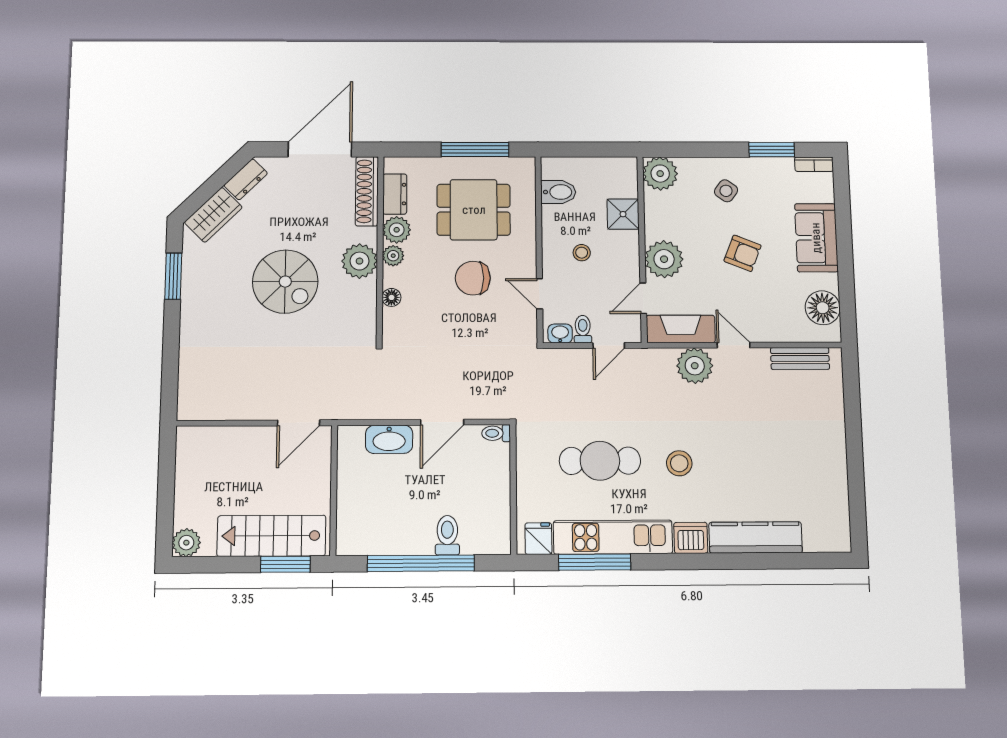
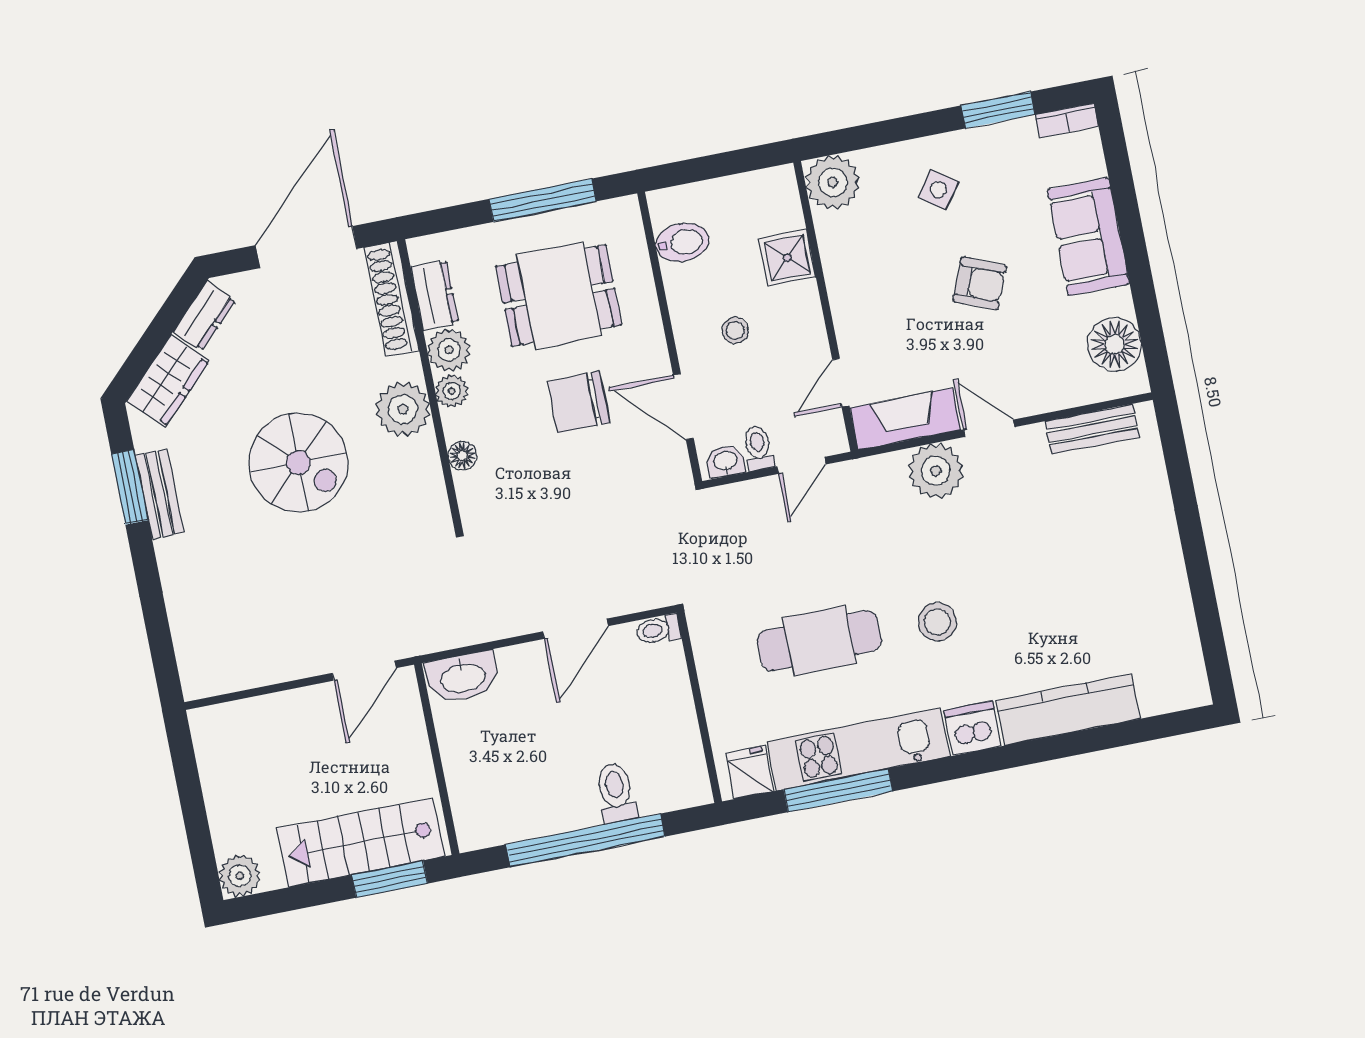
plant: (664, 259) -> (862, 316), removed
bench: (191, 284) -> (159, 494), added
door: (540, 294) -> (683, 407), width x1.38
washbasin: (389, 439) -> (462, 677), moved

